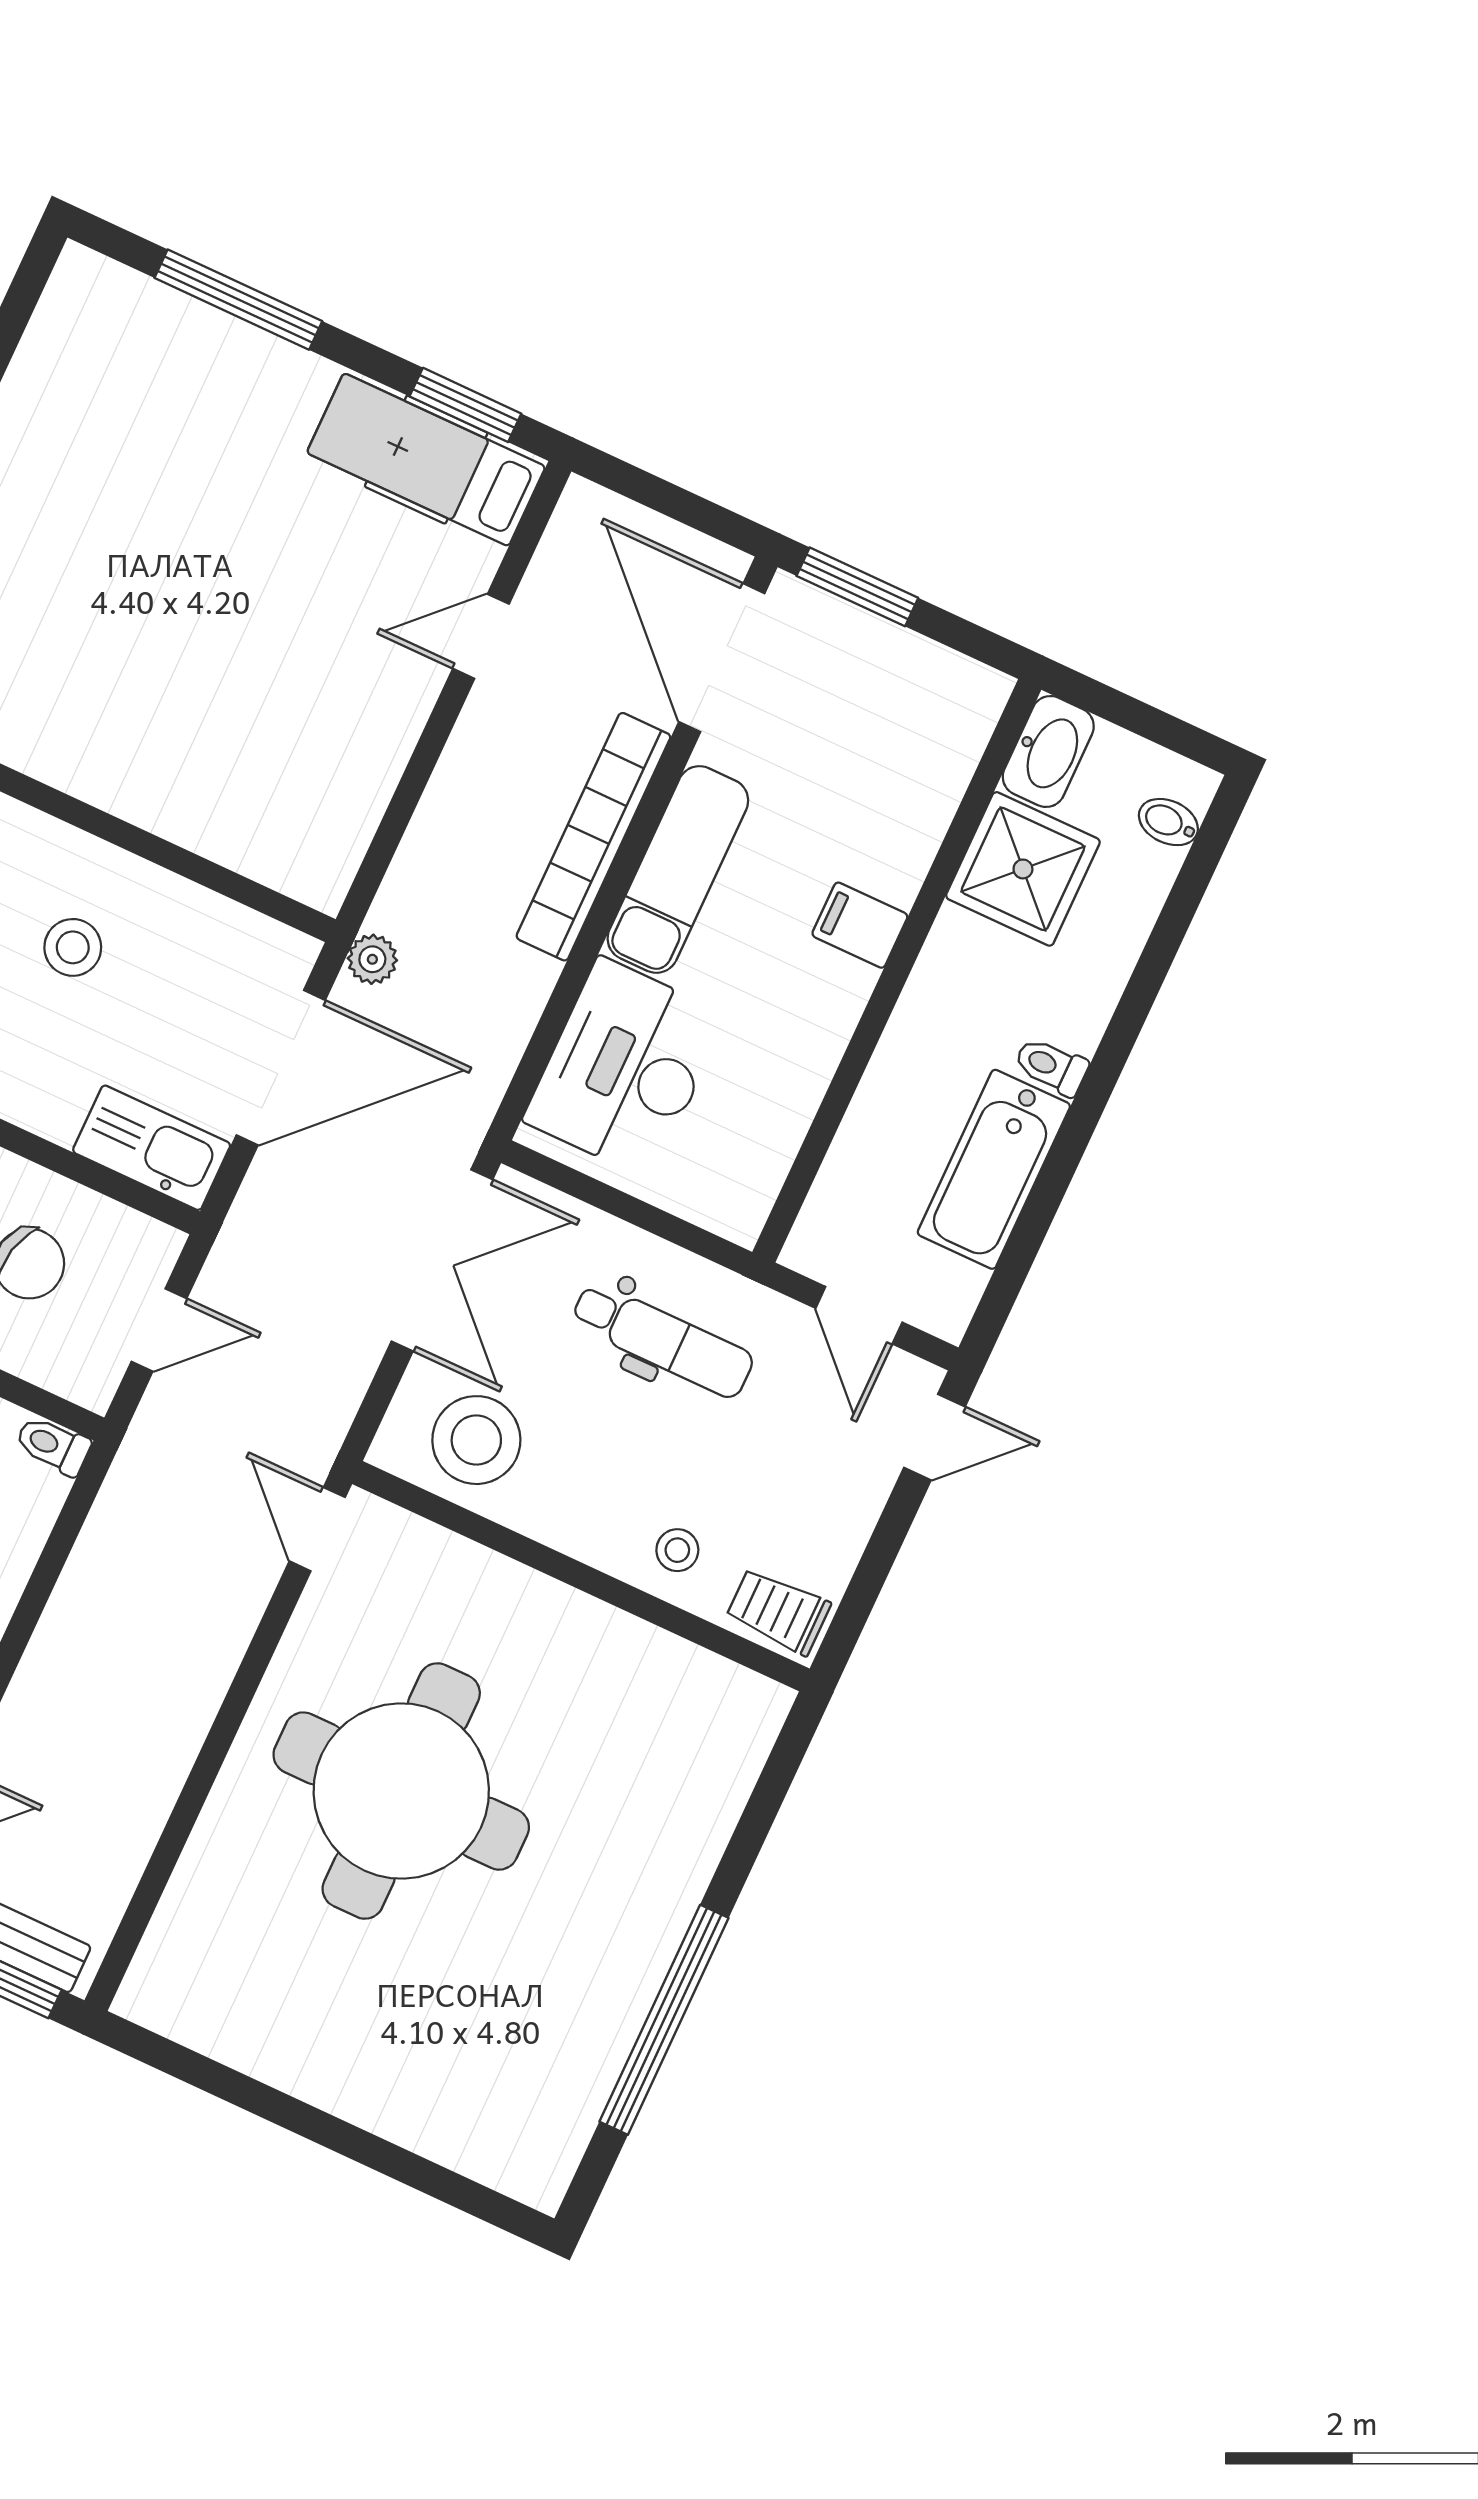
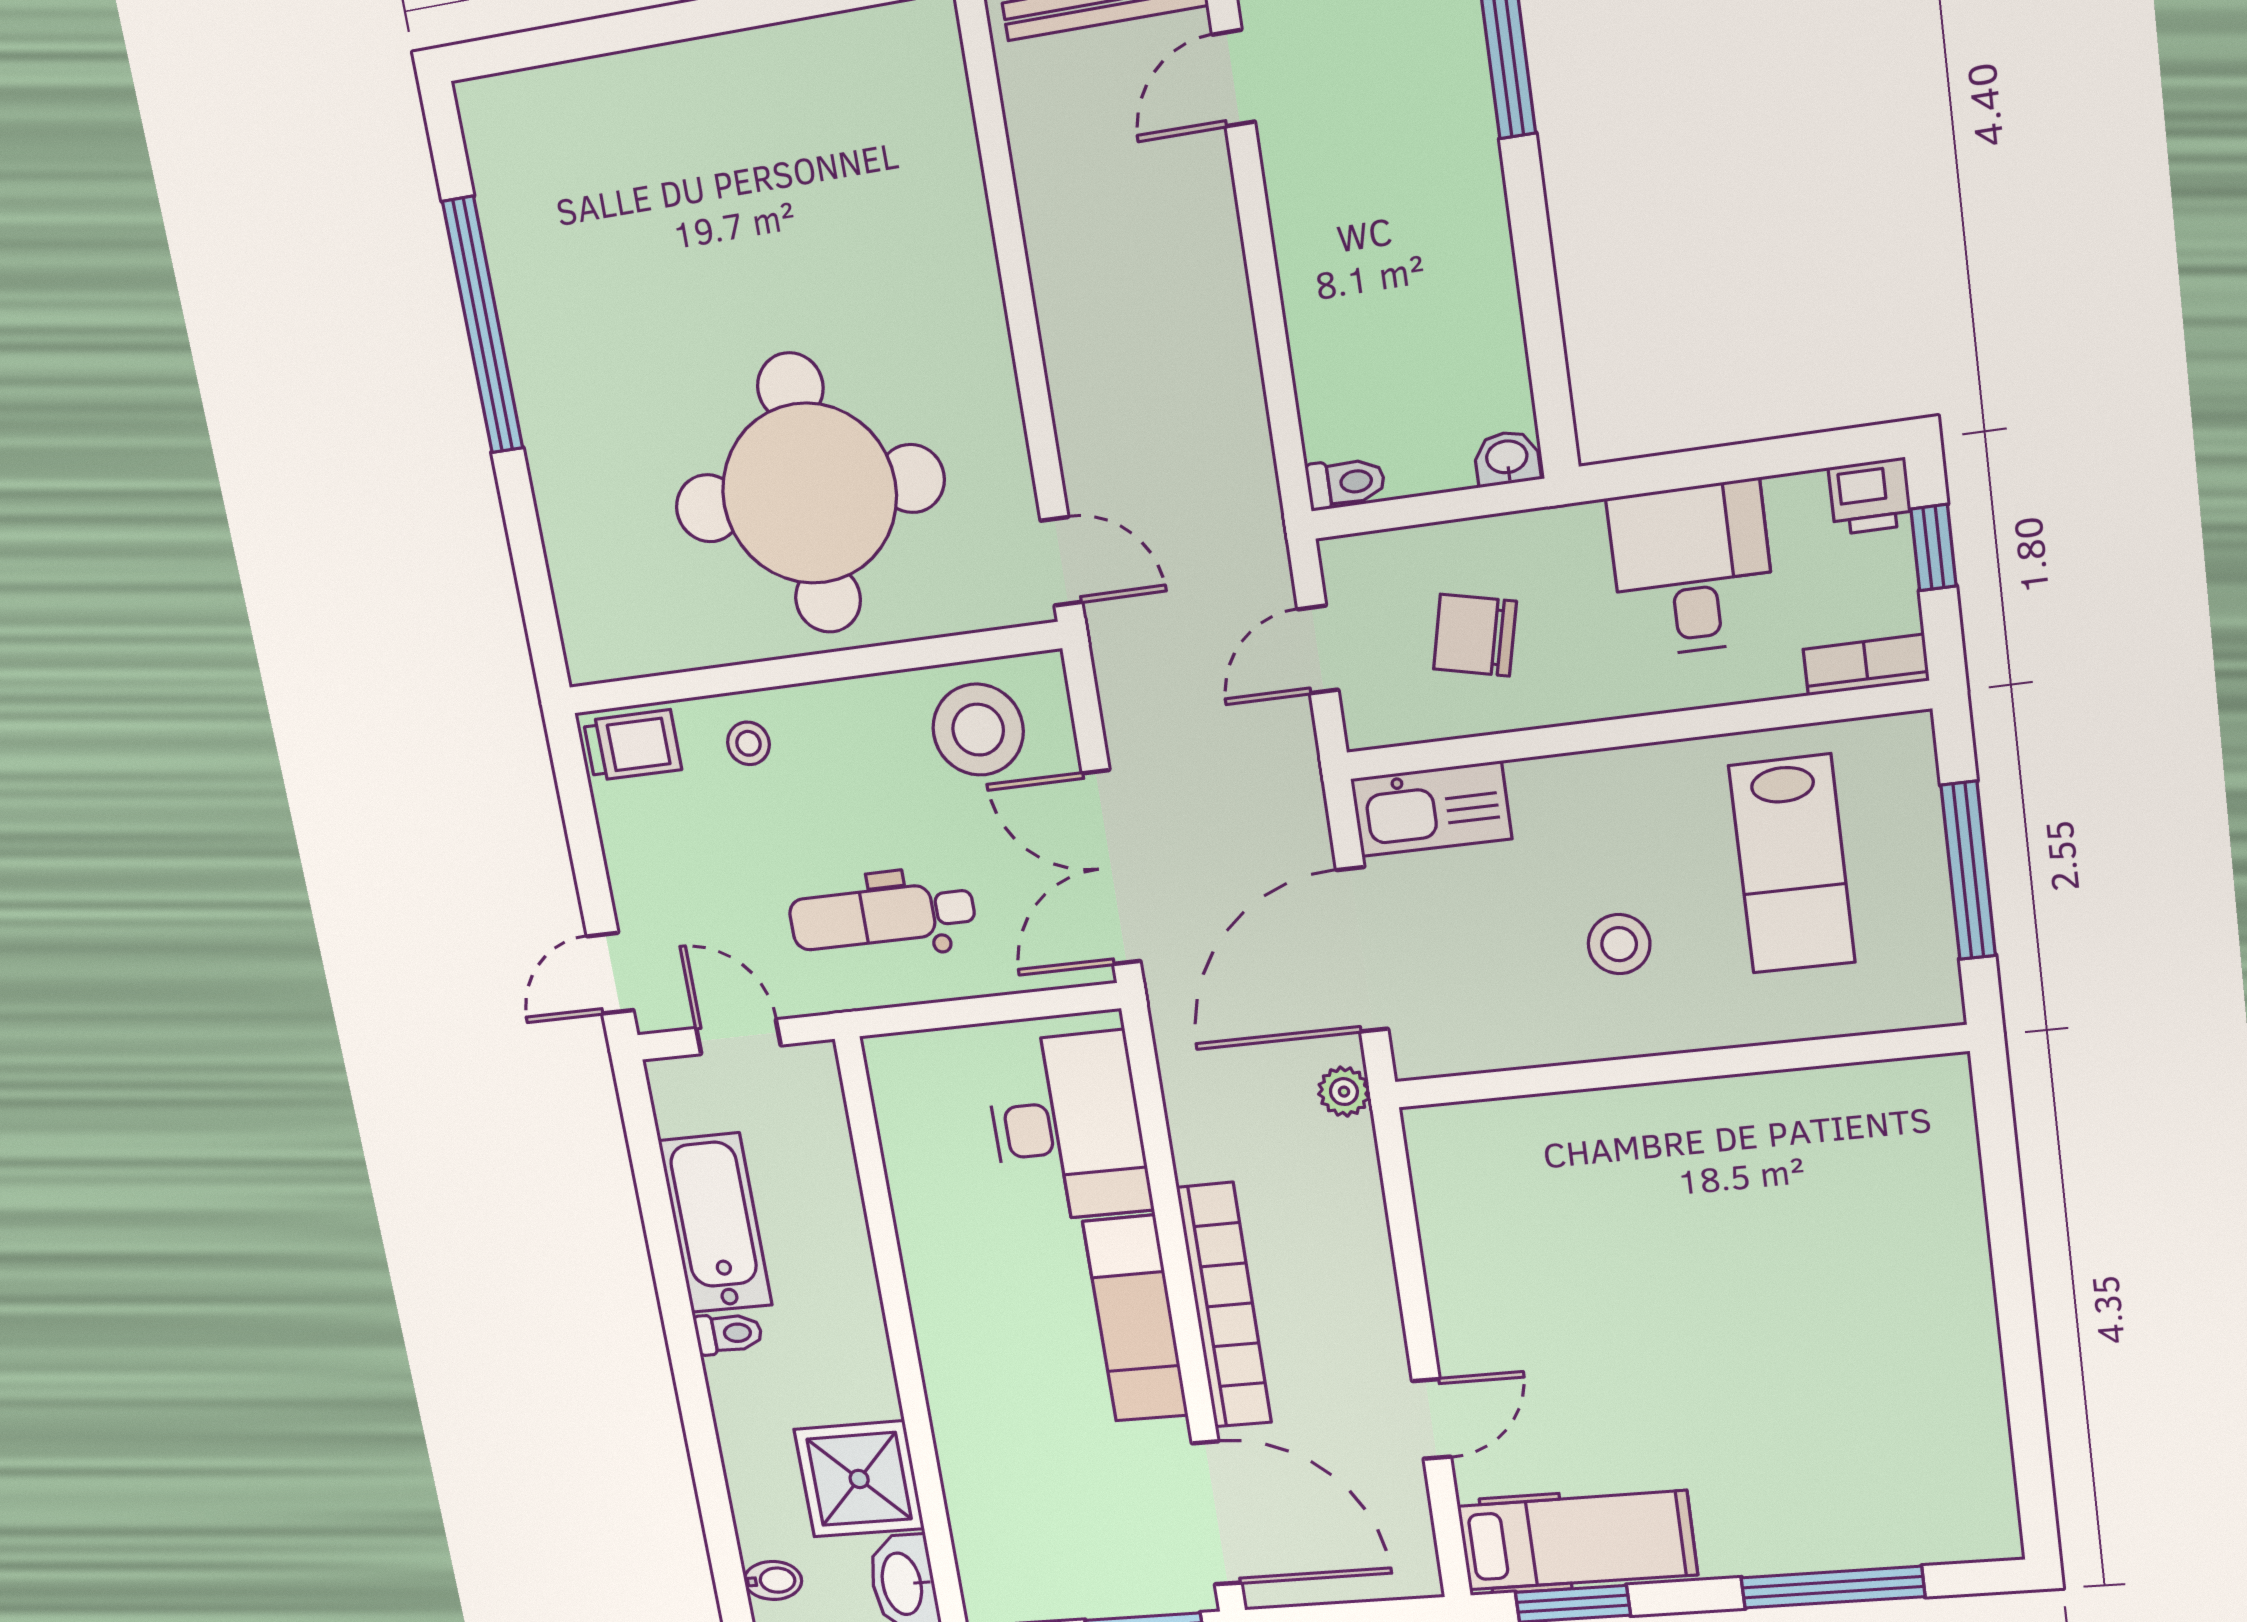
filing cabinet: (860, 925) -> (957, 1359), removed
round table: (401, 1791) -> (809, 494), moved

